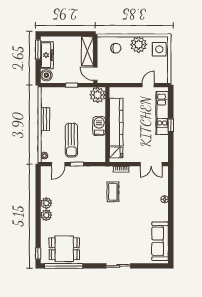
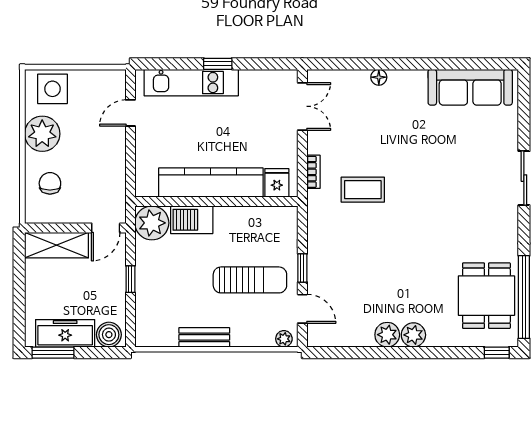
door: (148, 85) -> (130, 113), hinge flipped
barbecue: (99, 126) -> (192, 220), moved

